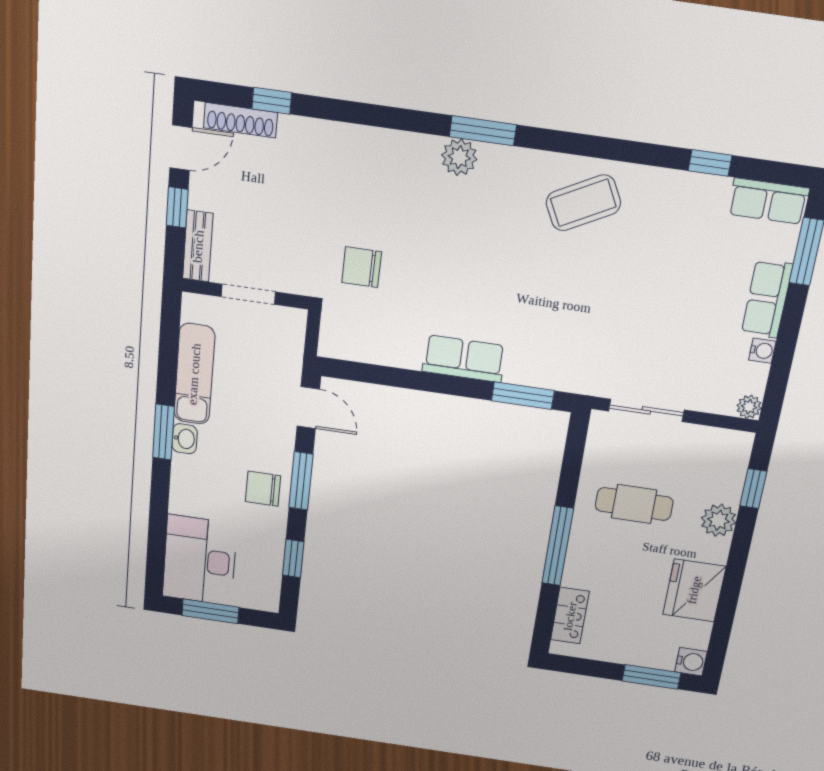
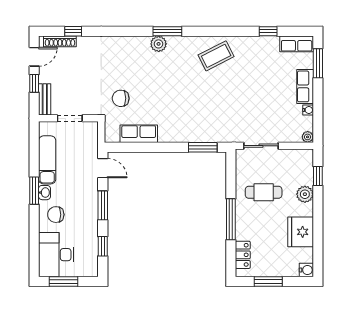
row of seats: (464, 359) -> (139, 134), moved
chair: (263, 489) -> (56, 215), moved
window: (651, 677) -> (268, 281), moved

